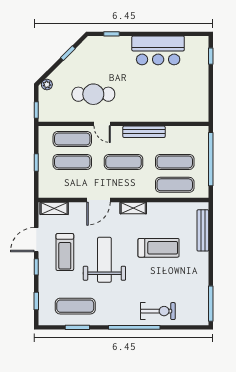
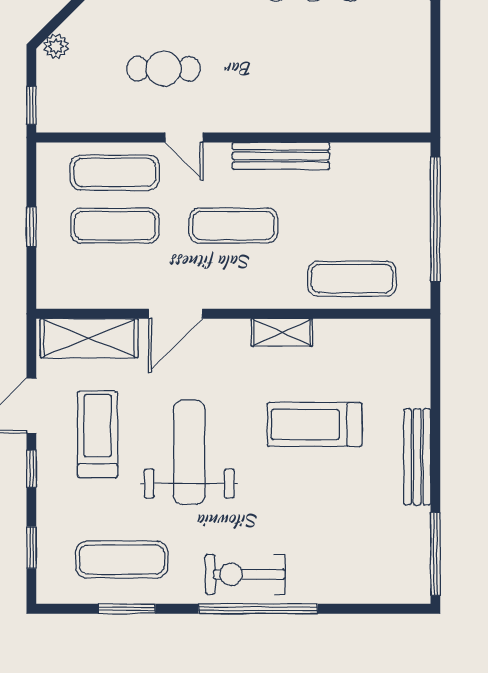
cafe table: (93, 94) -> (164, 69), width x0.73, depth x0.74
exercise mat: (175, 162) -> (352, 226), removed
shelving: (54, 208) -> (89, 338), width x1.50, depth x1.33
shelving: (133, 208) -> (282, 332), moved
bench: (203, 230) -> (417, 457), moved
treadmill: (159, 248) -> (315, 424), turned 180
treadmill: (65, 252) -> (98, 434), turned 180
exercise bike: (158, 311) -> (245, 574), moved, turned 180

